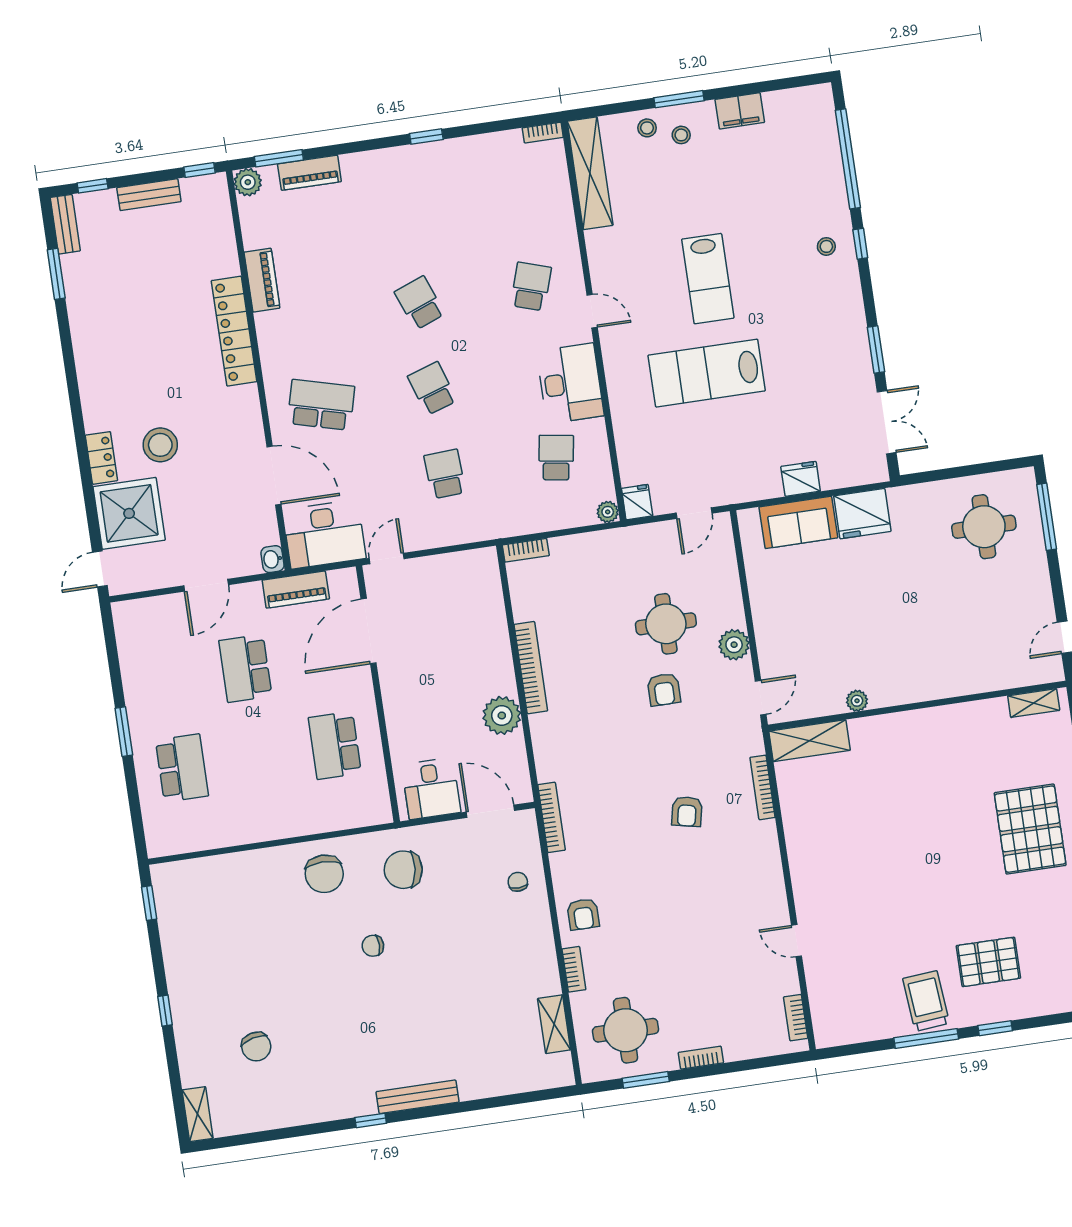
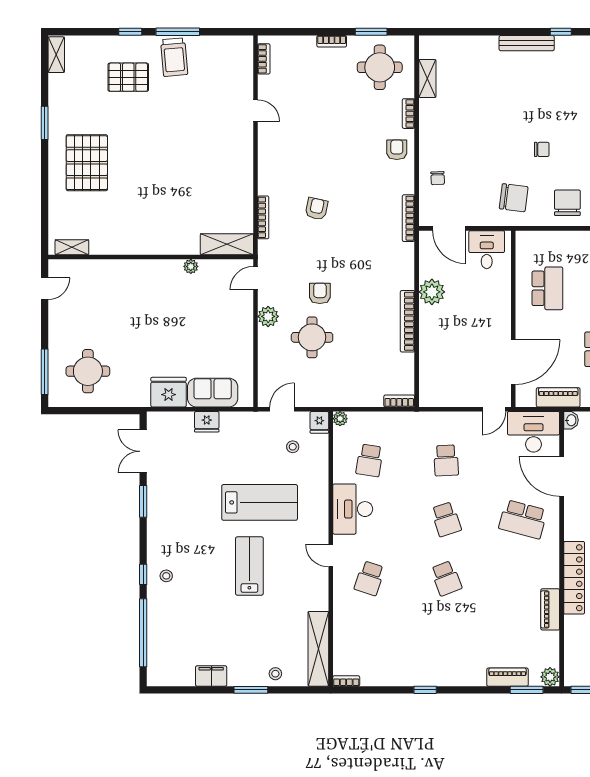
stool: (681, 135) -> (293, 447), moved

